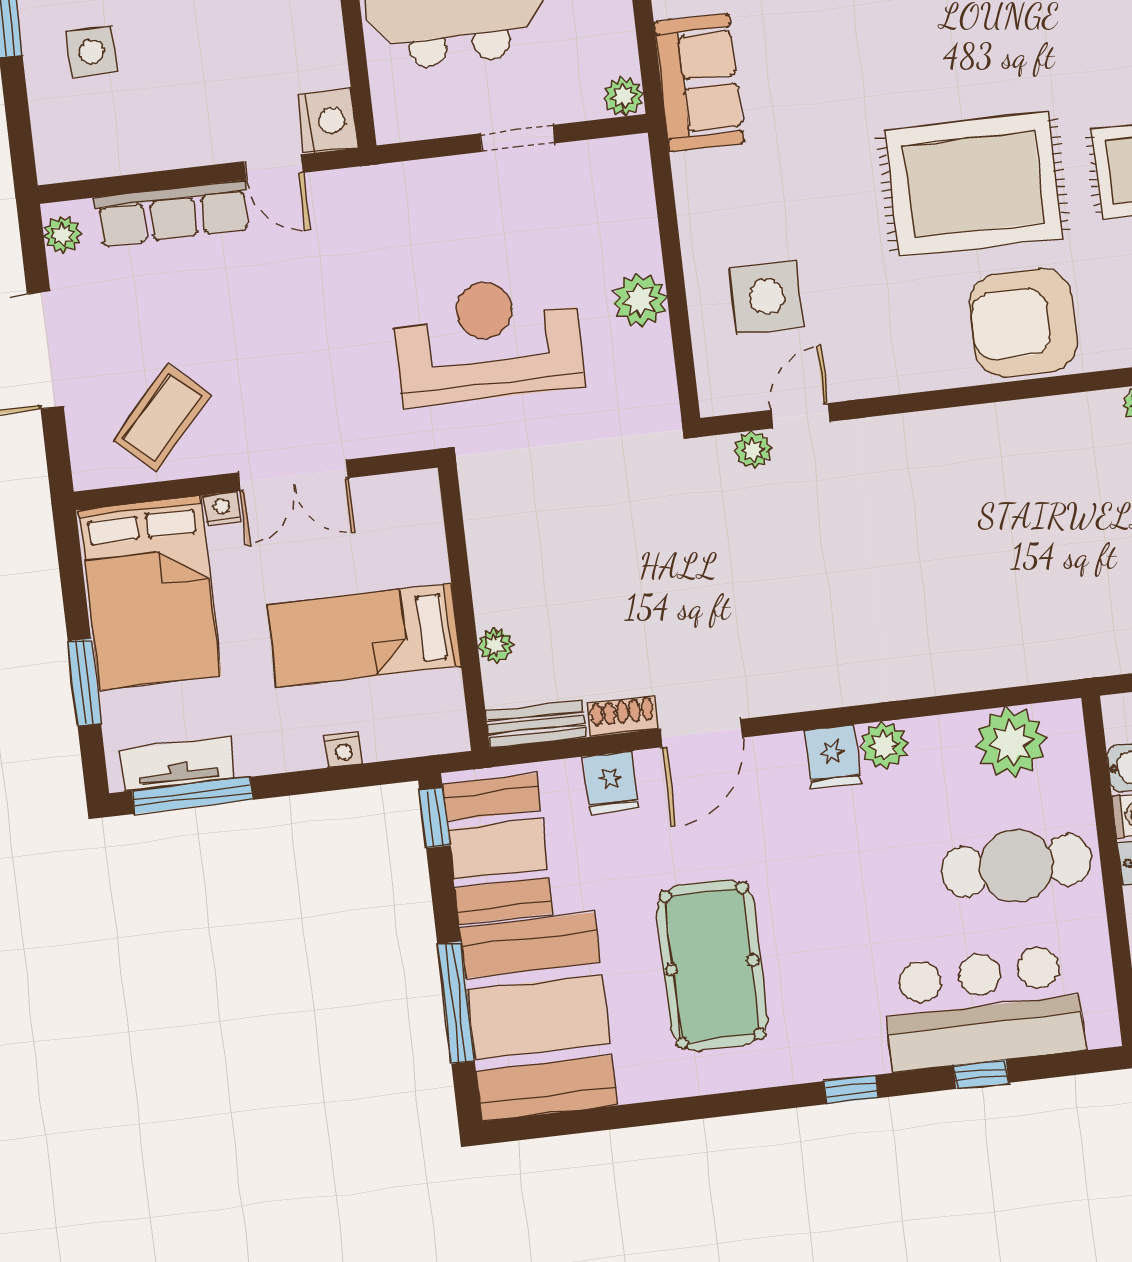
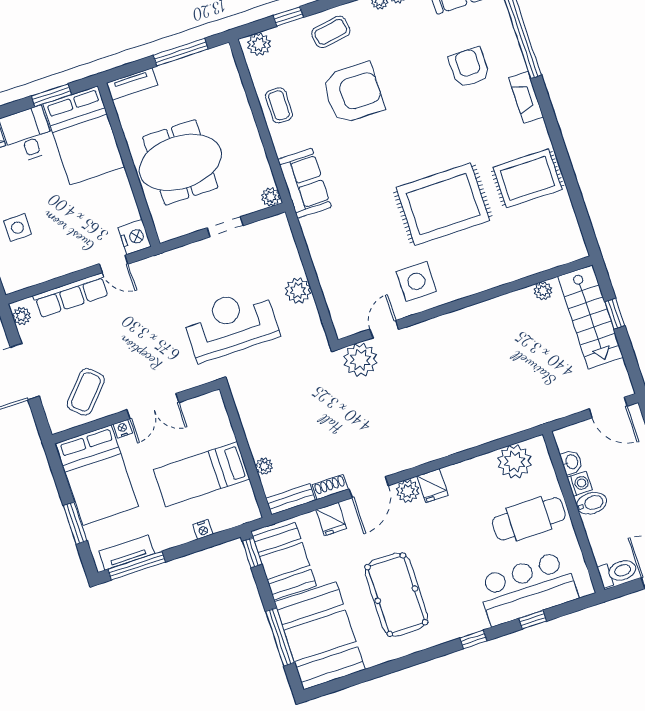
side table: (767, 297) -> (416, 281), moved
armchair: (1023, 323) -> (480, 264), removed
plant: (753, 450) -> (360, 360), width x1.87, depth x1.87
plant: (884, 745) -> (408, 491), moved

